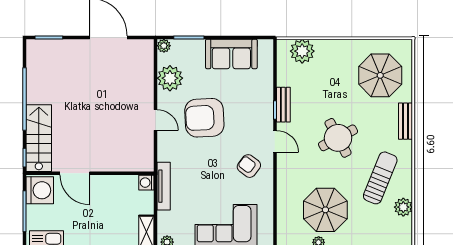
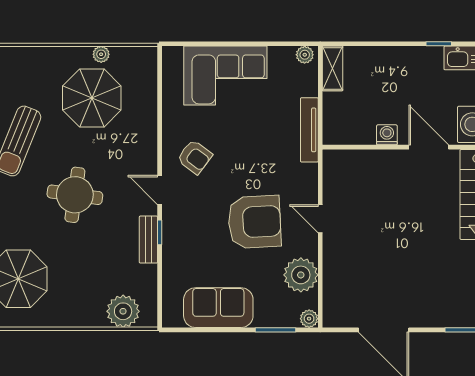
round table: (338, 138) -> (75, 195), turned 36
washing machine: (146, 183) -> (387, 135), moved, turned -90

